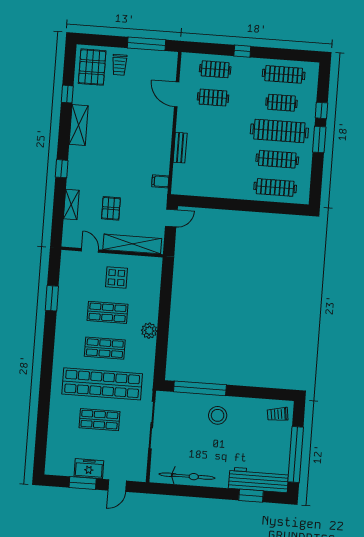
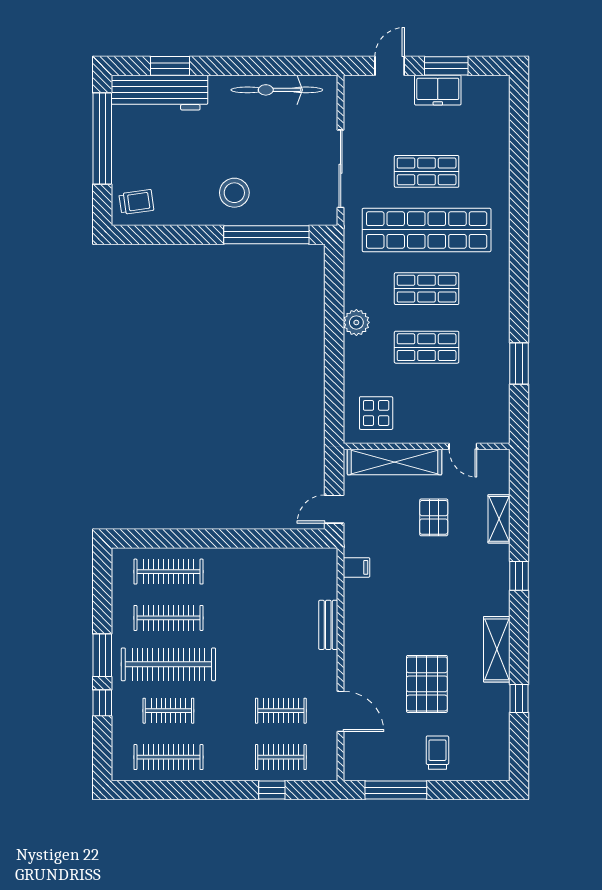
window: (242, 51) -> (272, 790), moved
pallet: (92, 67) -> (427, 684), moved
display table: (116, 278) -> (376, 413), moved

